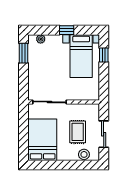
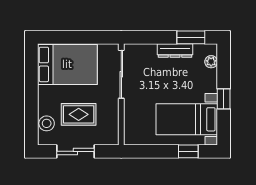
dresser: (33, 64) -> (175, 51), added

